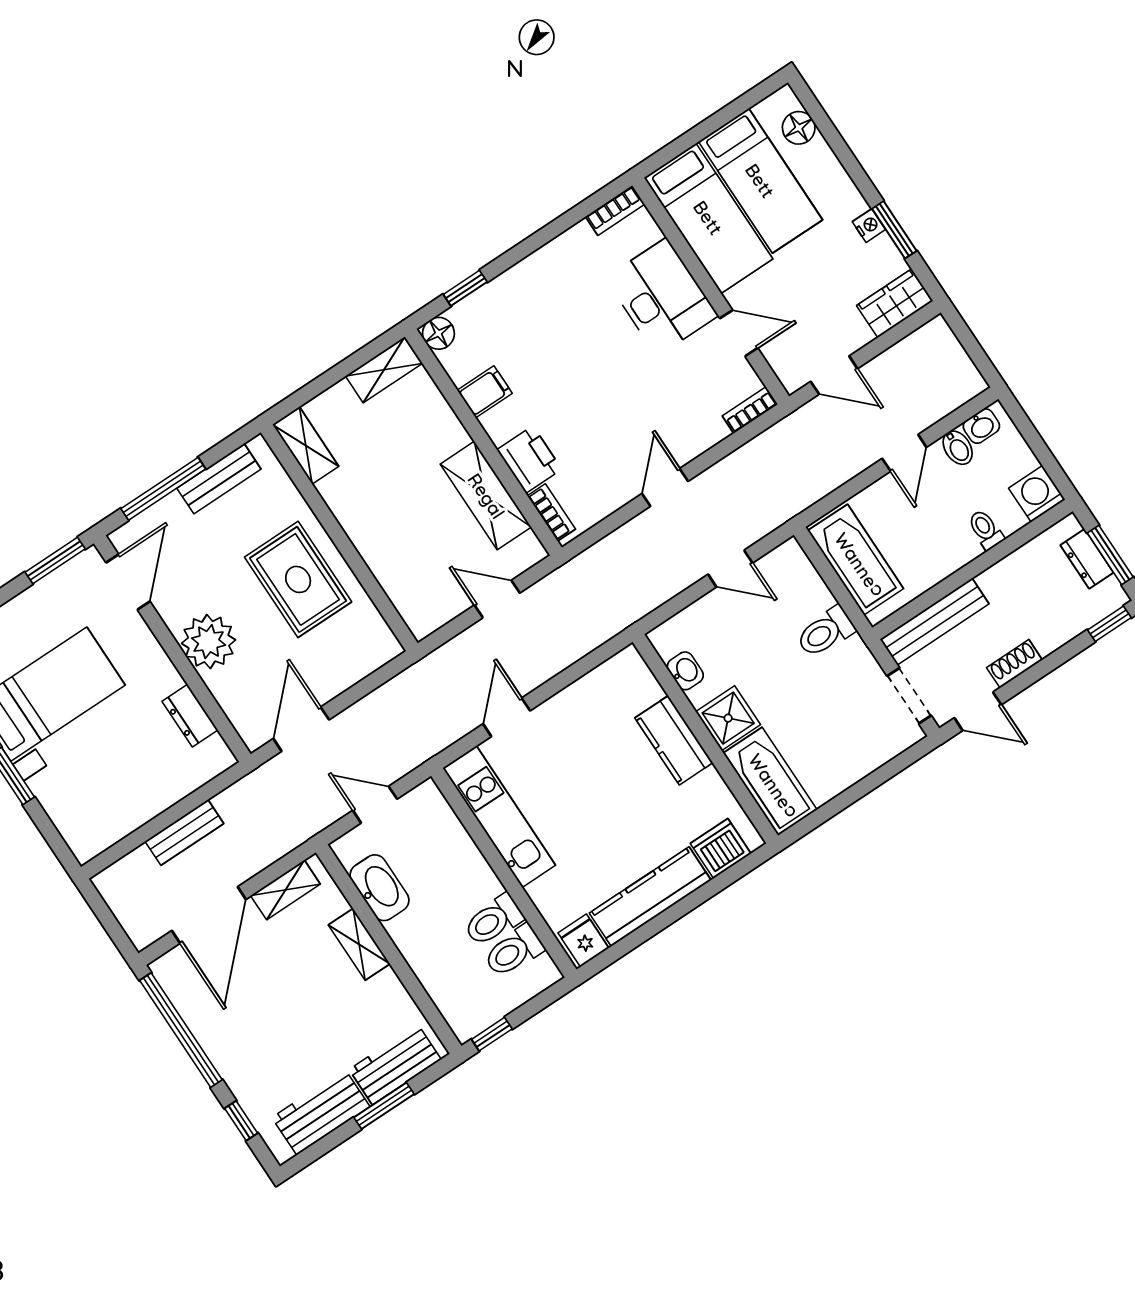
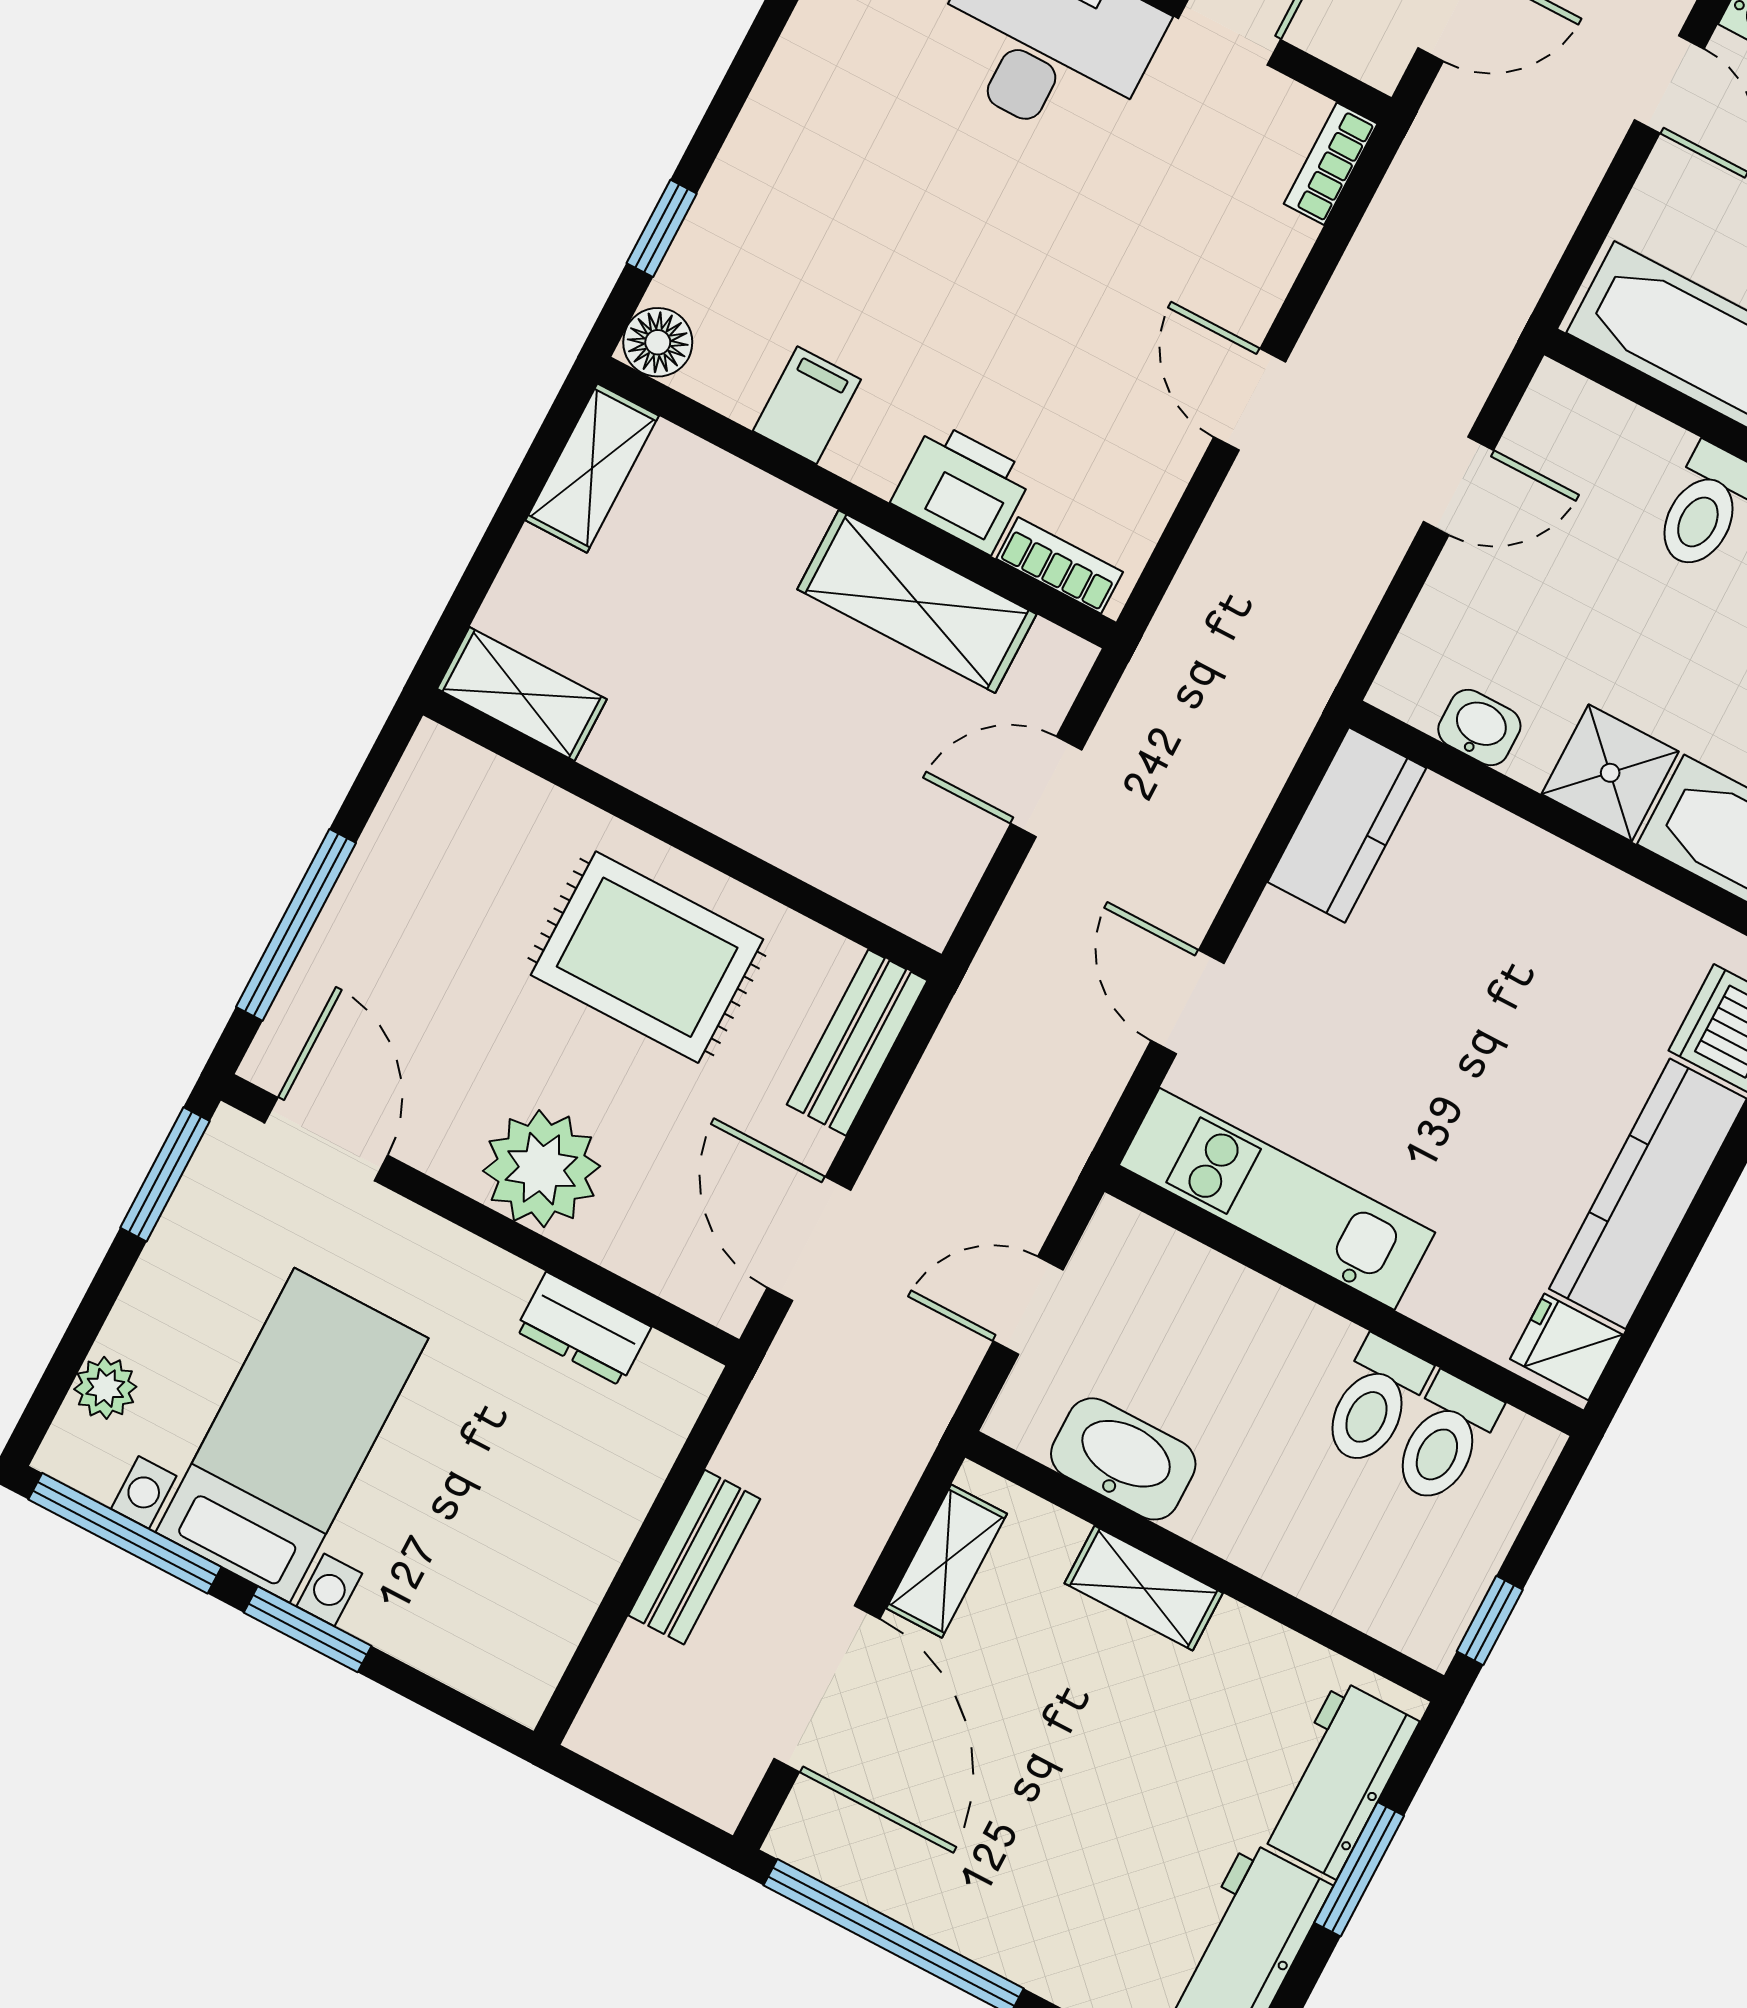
bench: (219, 479) -> (857, 1043), moved
kitchen counter: (674, 740) -> (1347, 825), moved, turned -90

